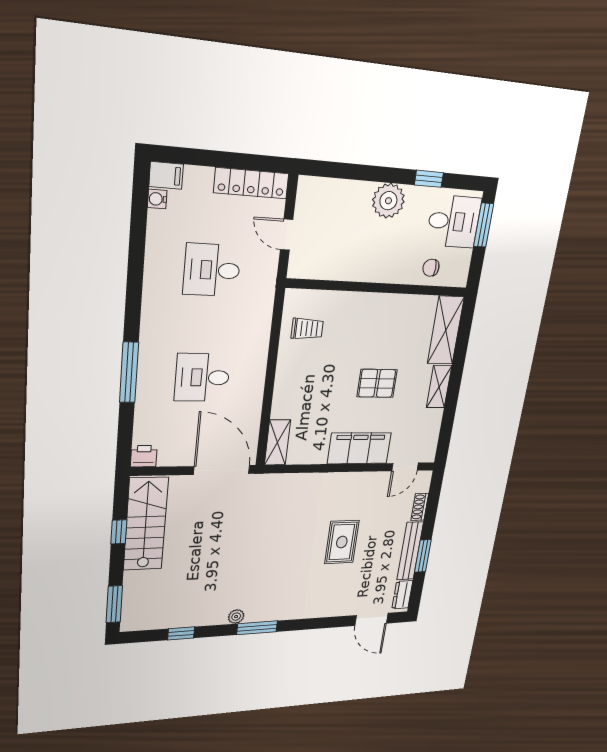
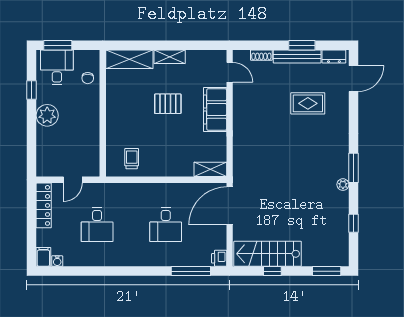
window: (129, 372) -> (191, 271), moved
pallet: (377, 383) -> (168, 104), turned 90
rug: (342, 542) -> (308, 103), moved

